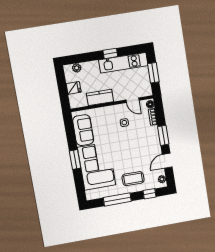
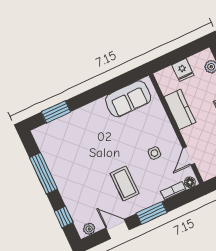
window: (75, 160) -> (56, 112), moved
corner sofa: (97, 166) -> (83, 131), removed
coffee table: (133, 179) -> (125, 184), moved

